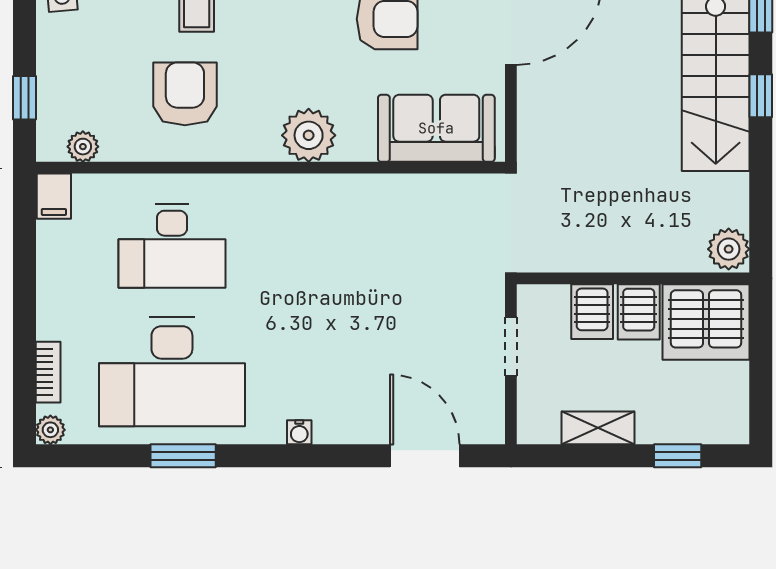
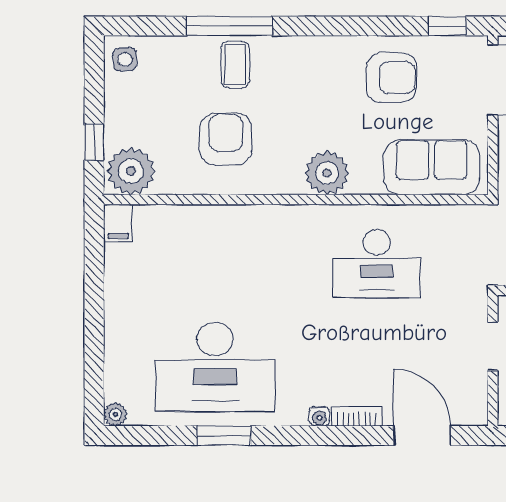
plant: (83, 147) -> (131, 171), width x1.88, depth x1.88
desk: (172, 246) -> (377, 264), moved
bookcase: (48, 372) -> (357, 416), moved, turned -90

